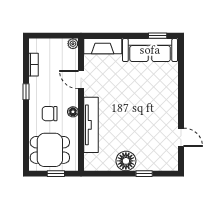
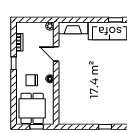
tv unit: (91, 125) -> (64, 89), removed
dining table: (50, 150) -> (32, 108), turned 90
floor lamp: (126, 161) -> (91, 117), removed

